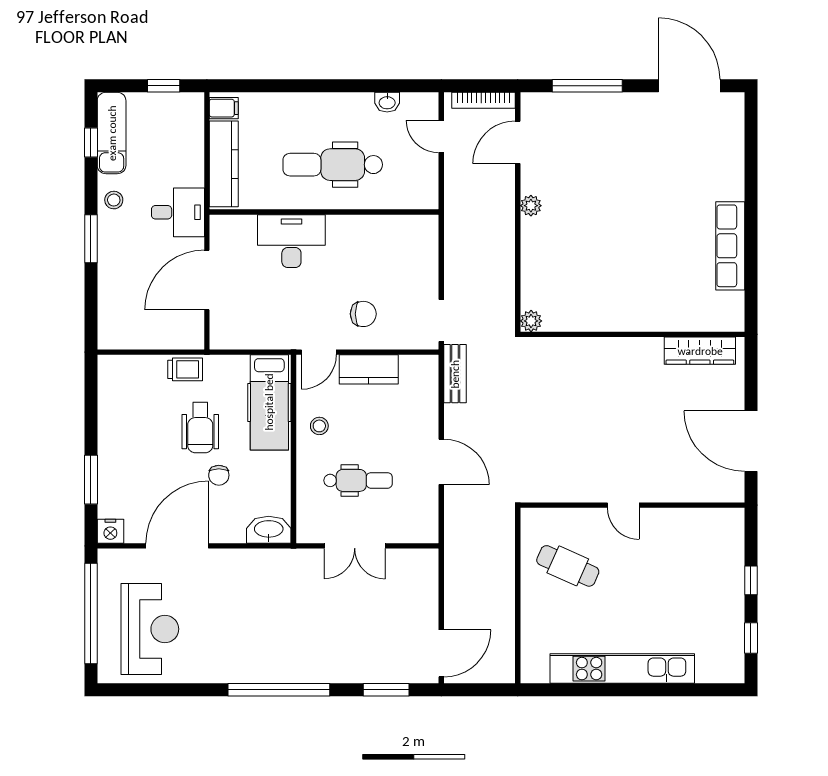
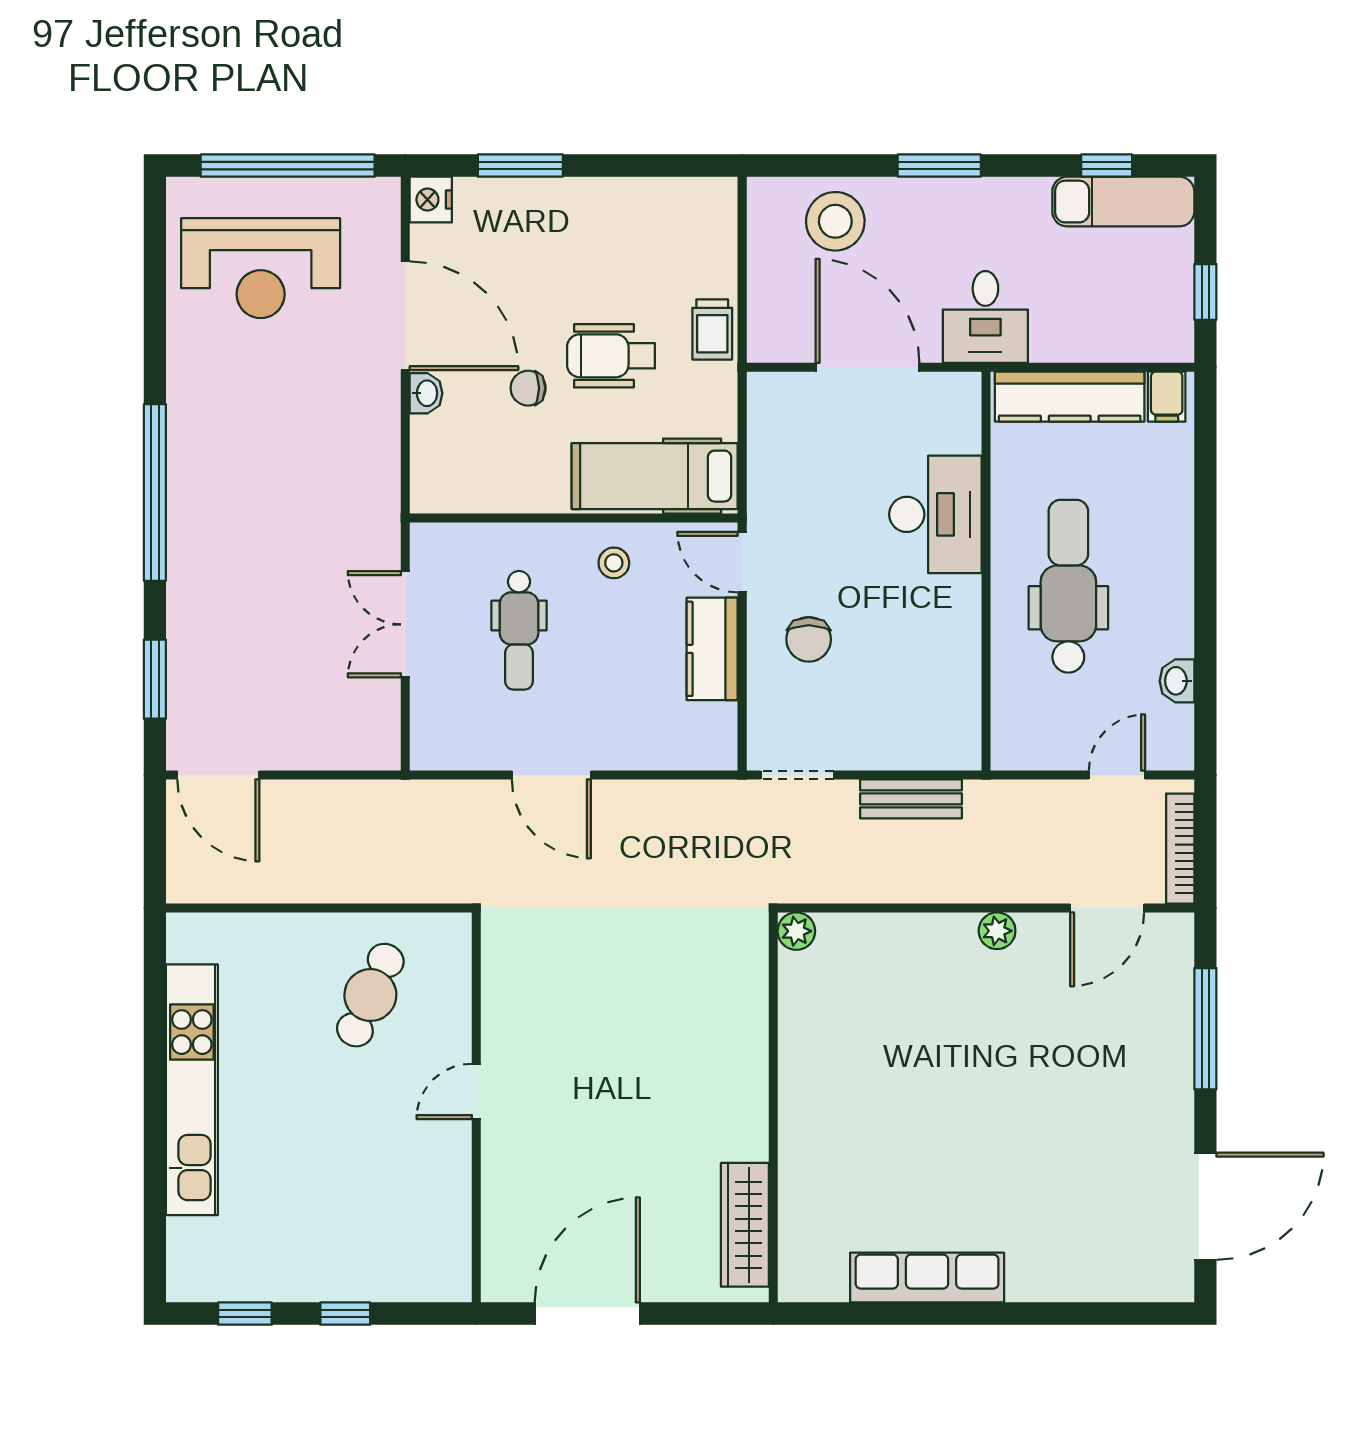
door: (518, 142) -> (1107, 908), swing flipped
stool: (114, 200) -> (835, 221), moved, width x1.89, depth x1.89
bench: (455, 374) -> (911, 799), moved
door: (441, 462) -> (551, 775), hinge flipped
washbasin: (269, 530) -> (426, 393), moved, width x0.52, depth x0.69

